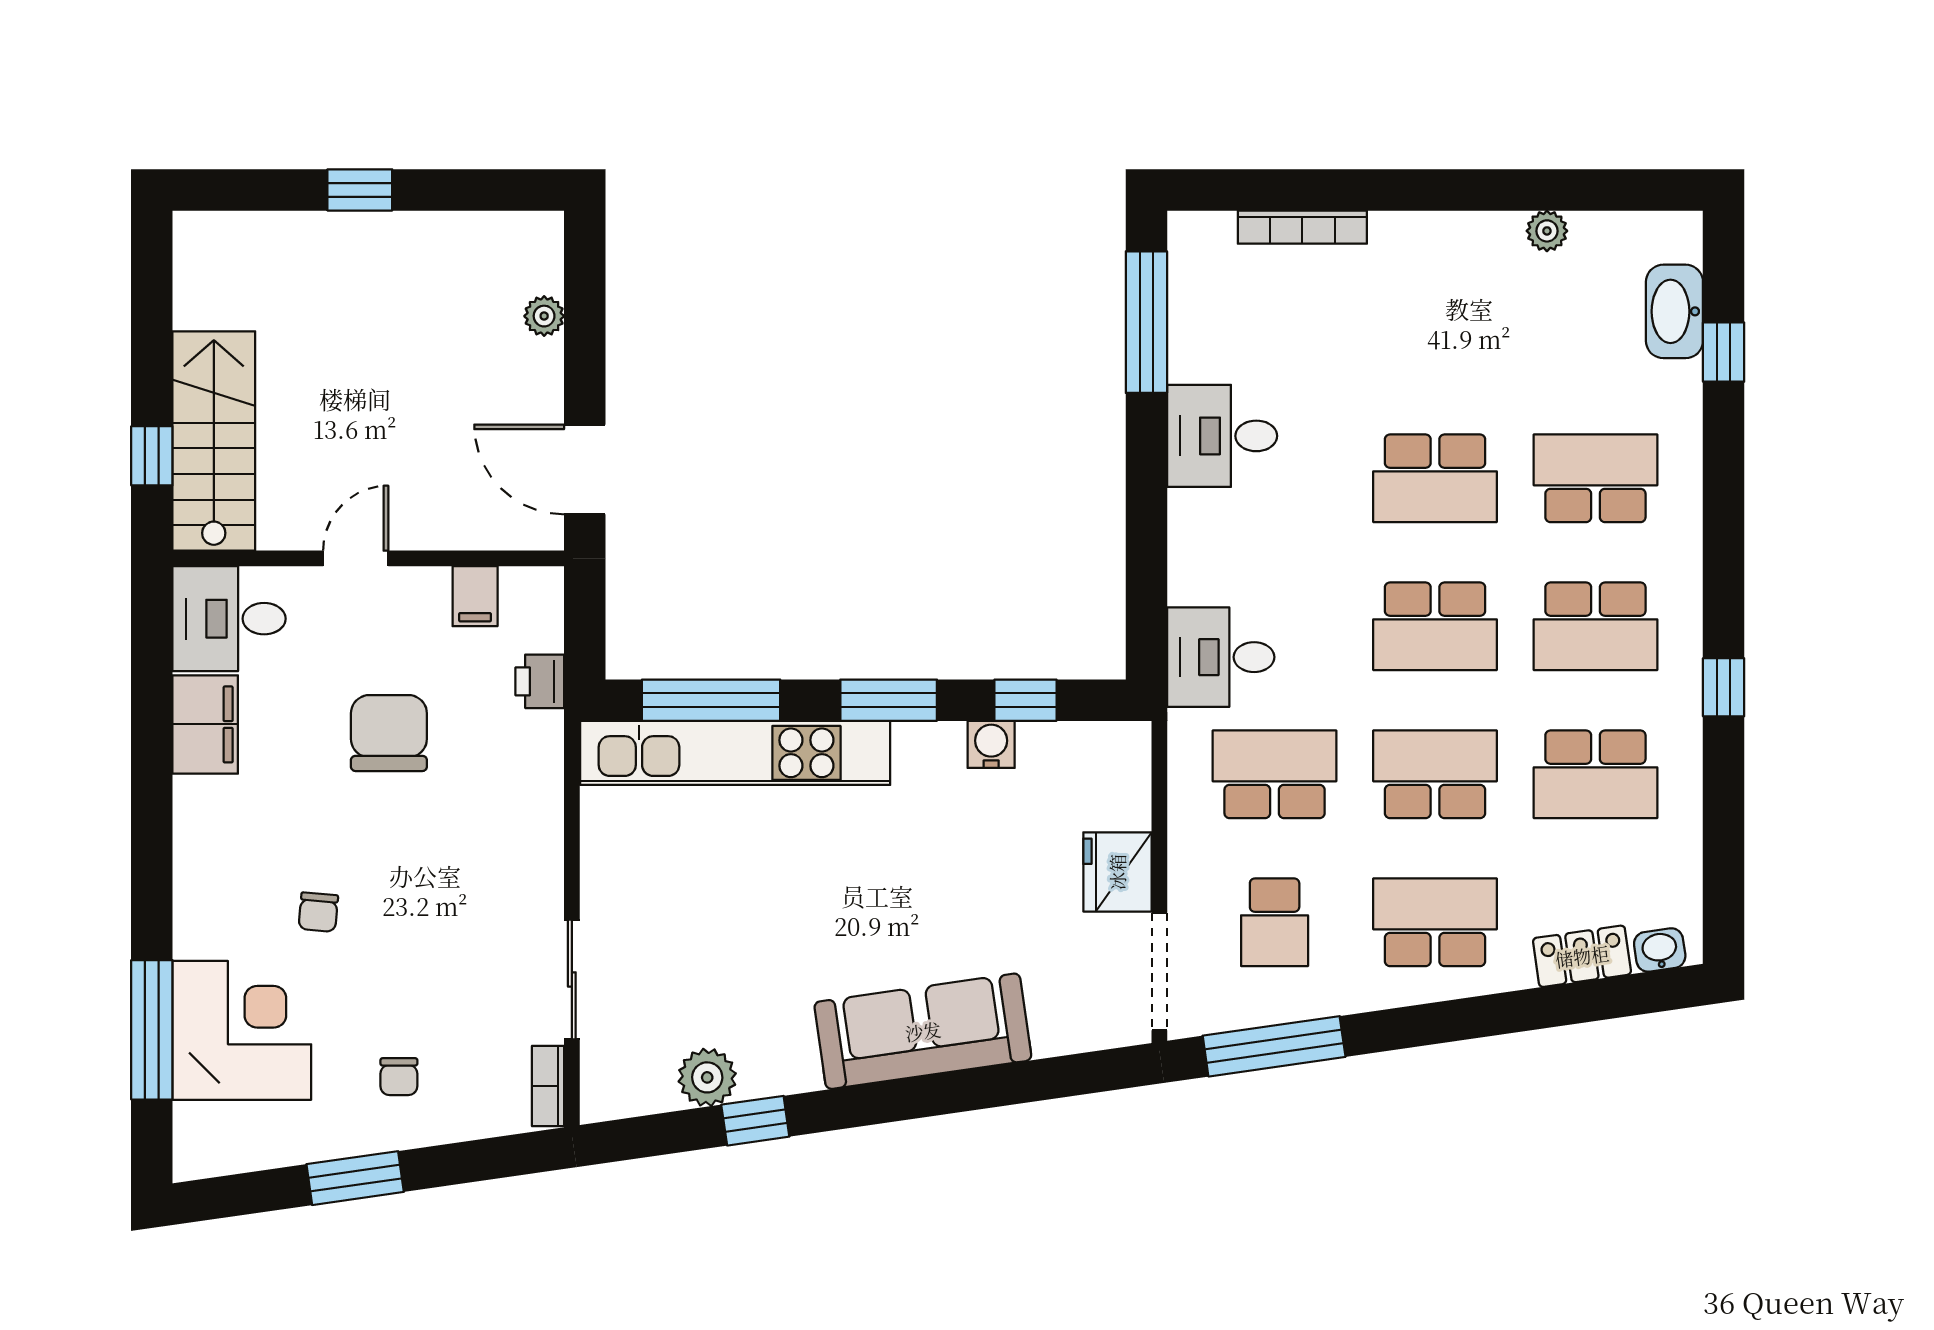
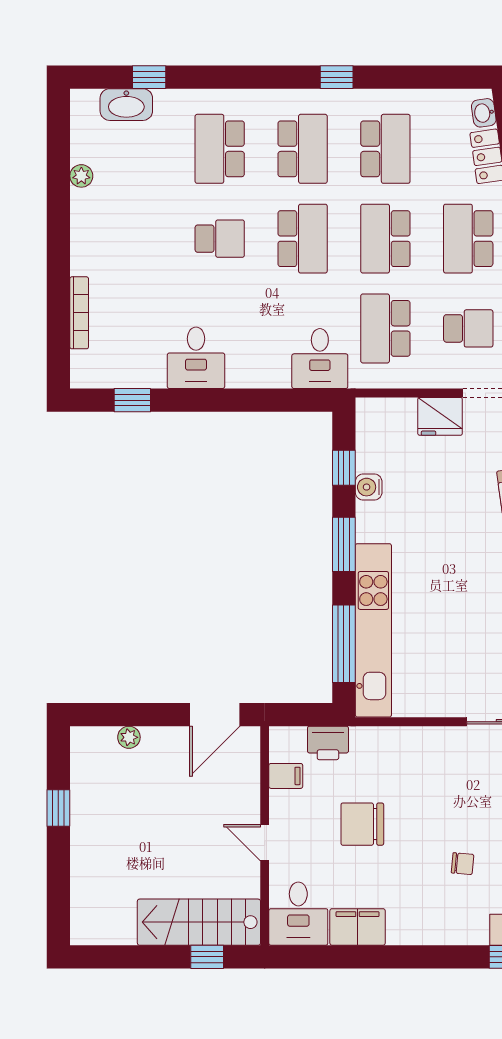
window: (360, 190) -> (58, 808), moved
window: (1146, 322) -> (132, 400), width x0.46
school desk: (1435, 478) -> (220, 239), width x0.54
printer: (540, 681) -> (328, 743), width x1.36, depth x1.24

